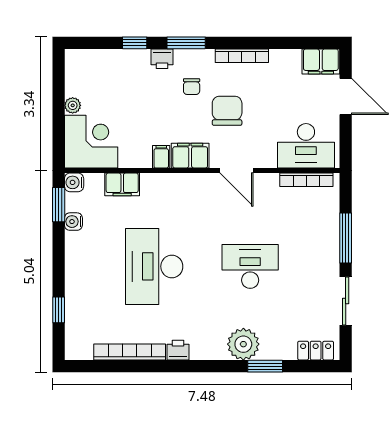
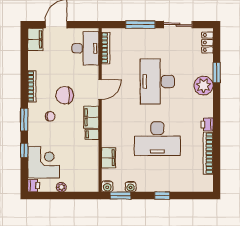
printer: (162, 59) -> (34, 186), moved
corner desk: (91, 142) -> (44, 162), moved, turned 90
desk: (250, 266) -> (157, 81), width x1.36, depth x1.30
window: (59, 310) -> (162, 196), moved

